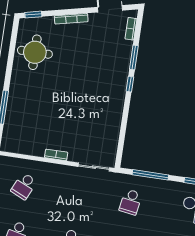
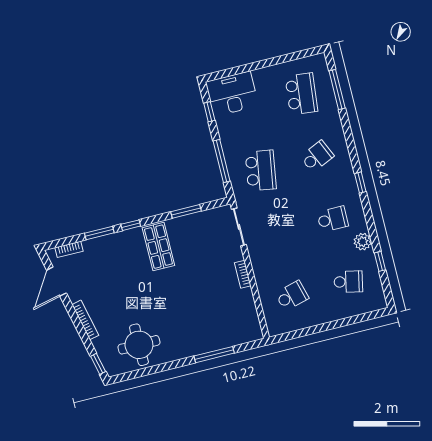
shop shelf: (105, 99) -> (158, 247), added
window: (123, 131) -> (186, 211), added
school desk: (24, 186) -> (292, 296), turned -39
school desk: (131, 202) -> (261, 170), width x1.85

